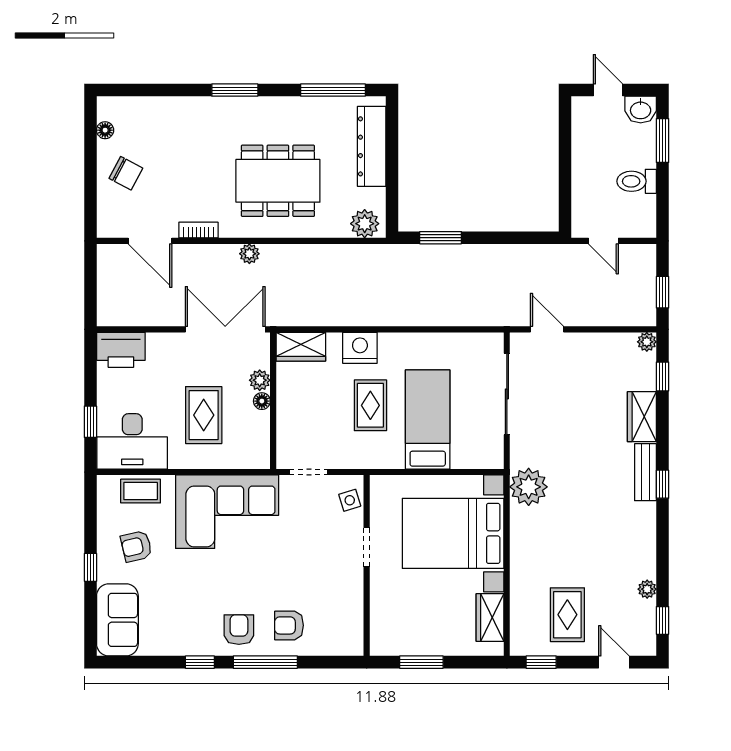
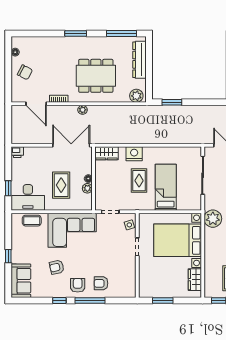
printer: (121, 350) -> (17, 152), width x0.53, depth x0.68
plant: (260, 380) -> (87, 188), moved
armchair: (136, 546) -> (57, 267), moved

